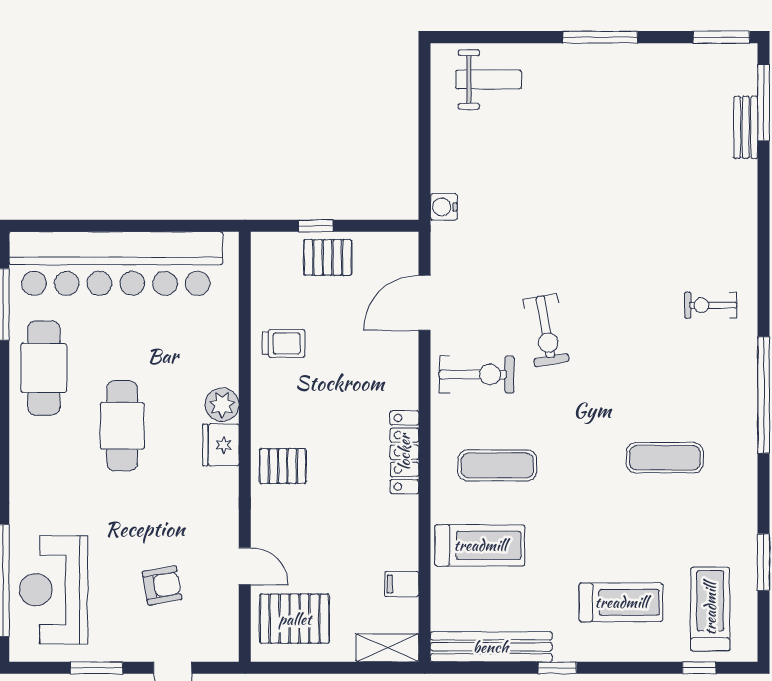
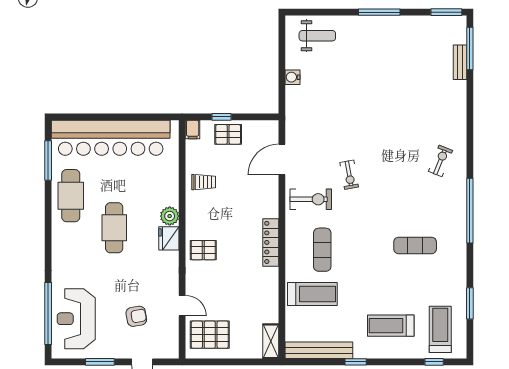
water cooler: (444, 207) -> (292, 77), moved
exercise bike: (711, 305) -> (440, 161), turned 112
exercise bike: (546, 330) -> (349, 175), width x0.73, depth x0.72
exercise mat: (497, 465) -> (322, 250), turned 90
filing cabinet: (402, 584) -> (193, 130), moved, turned -90
treadmill: (621, 602) -> (391, 326), turned 180
shelving: (387, 648) -> (271, 341), moved, turned 90

